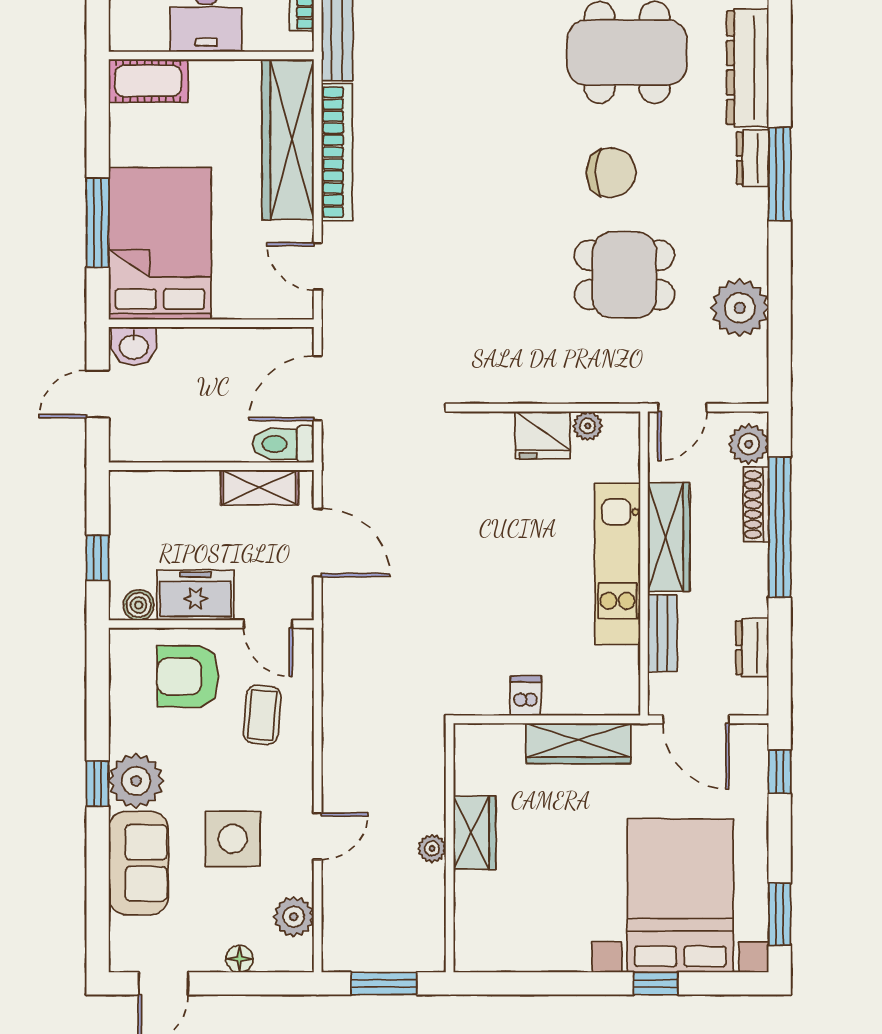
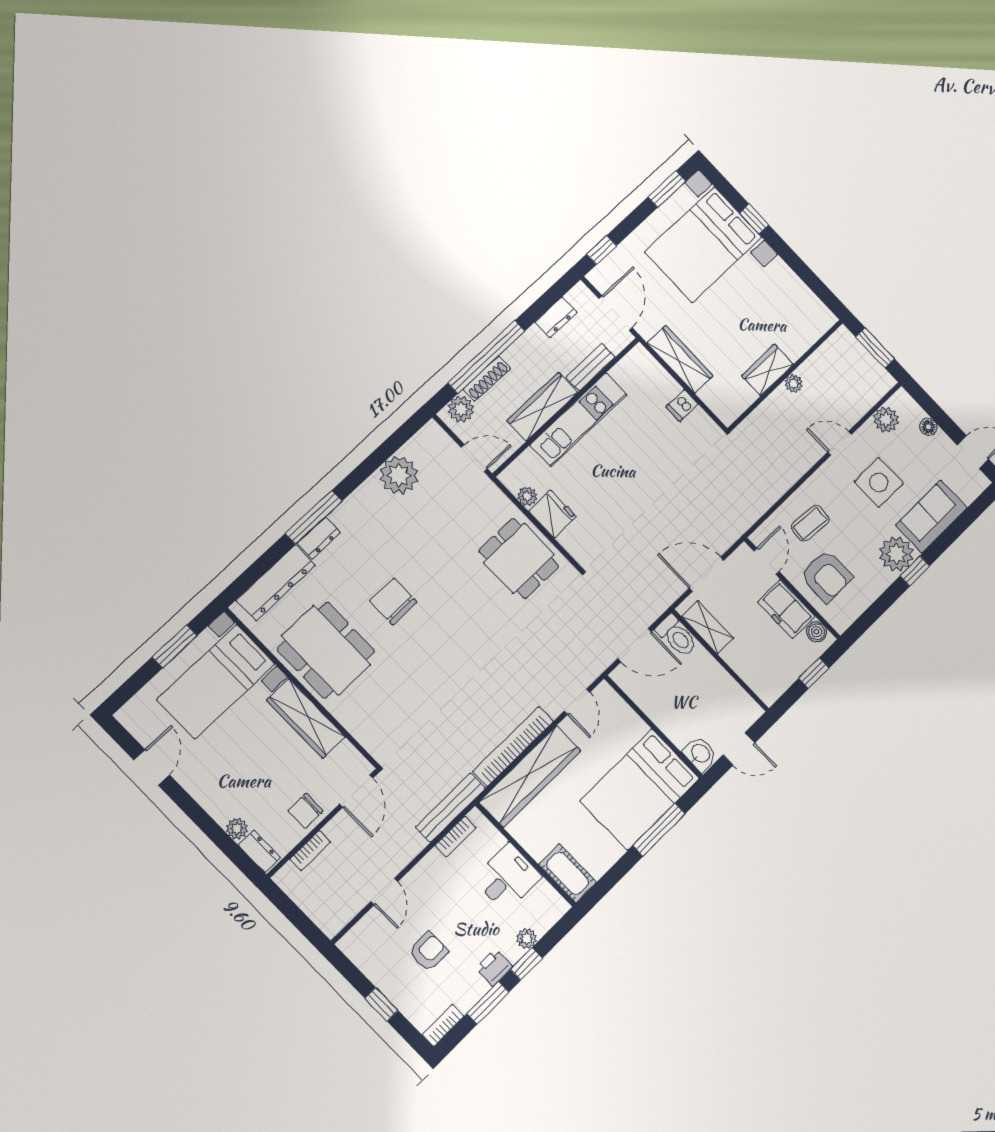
dining table: (624, 275) -> (519, 558), moved
door: (318, 542) -> (707, 574), hinge flipped

